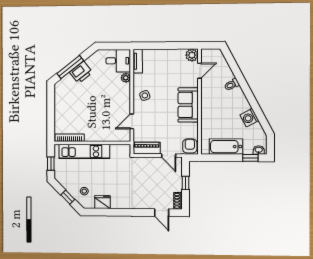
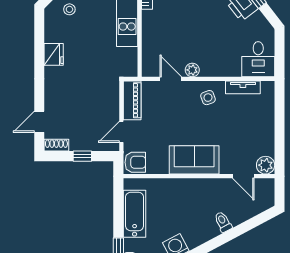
tv unit: (138, 61) -> (243, 87), moved
plant: (126, 78) -> (192, 70), moved
fridge: (102, 202) -> (54, 54), moved

